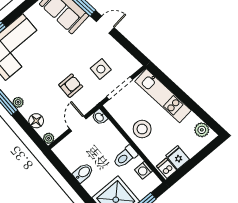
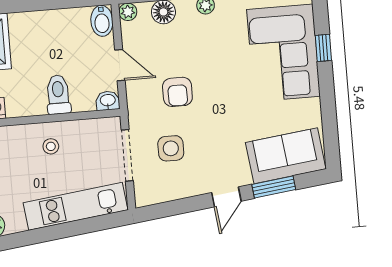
stool: (142, 129) -> (51, 146), width x0.53, depth x0.53
toilet: (125, 157) -> (58, 95), moved
bidet: (83, 173) -> (102, 21), moved

